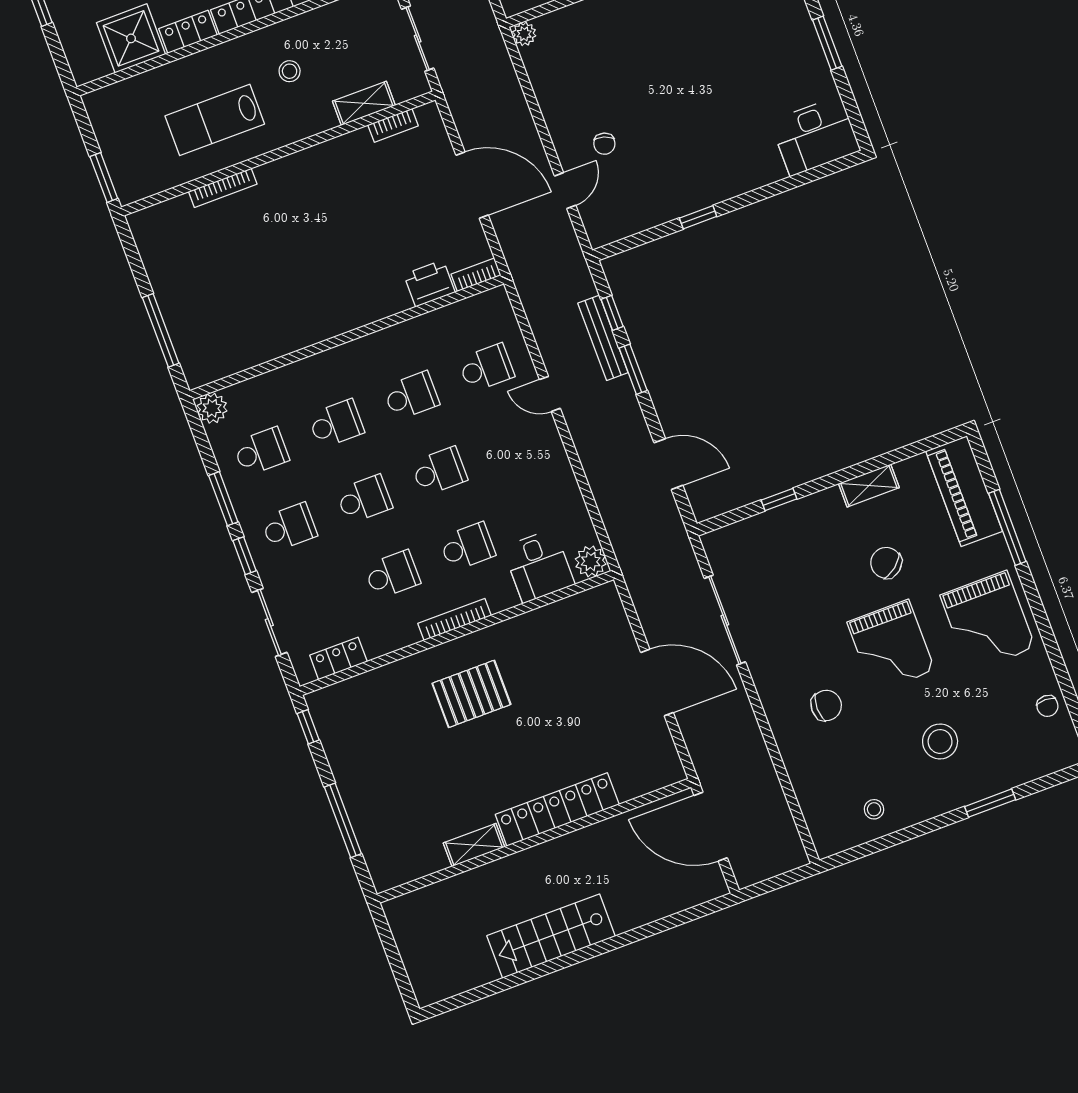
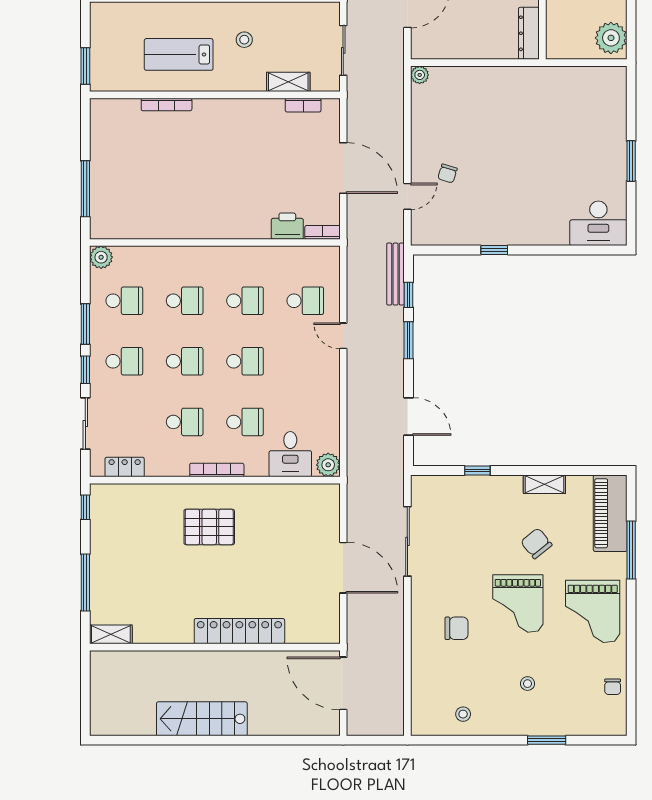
bench: (603, 338) -> (396, 274), moved
stool: (940, 741) -> (527, 684), width x0.53, depth x0.53
shelving: (474, 845) -> (111, 634), moved

